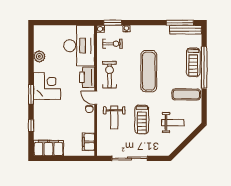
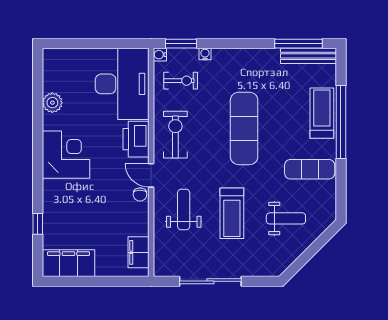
treadmill: (193, 62) -> (322, 113), turned 180
window: (31, 94) -> (38, 169), removed
weight bench: (114, 117) -> (184, 209), turned 180

